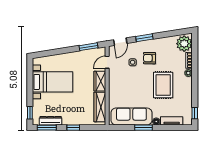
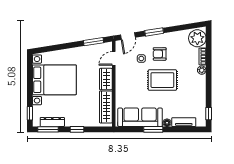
bed with nightstands: (53, 82) -> (54, 80), width x1.36
rug: (163, 85) -> (162, 80), moved, turned 90

